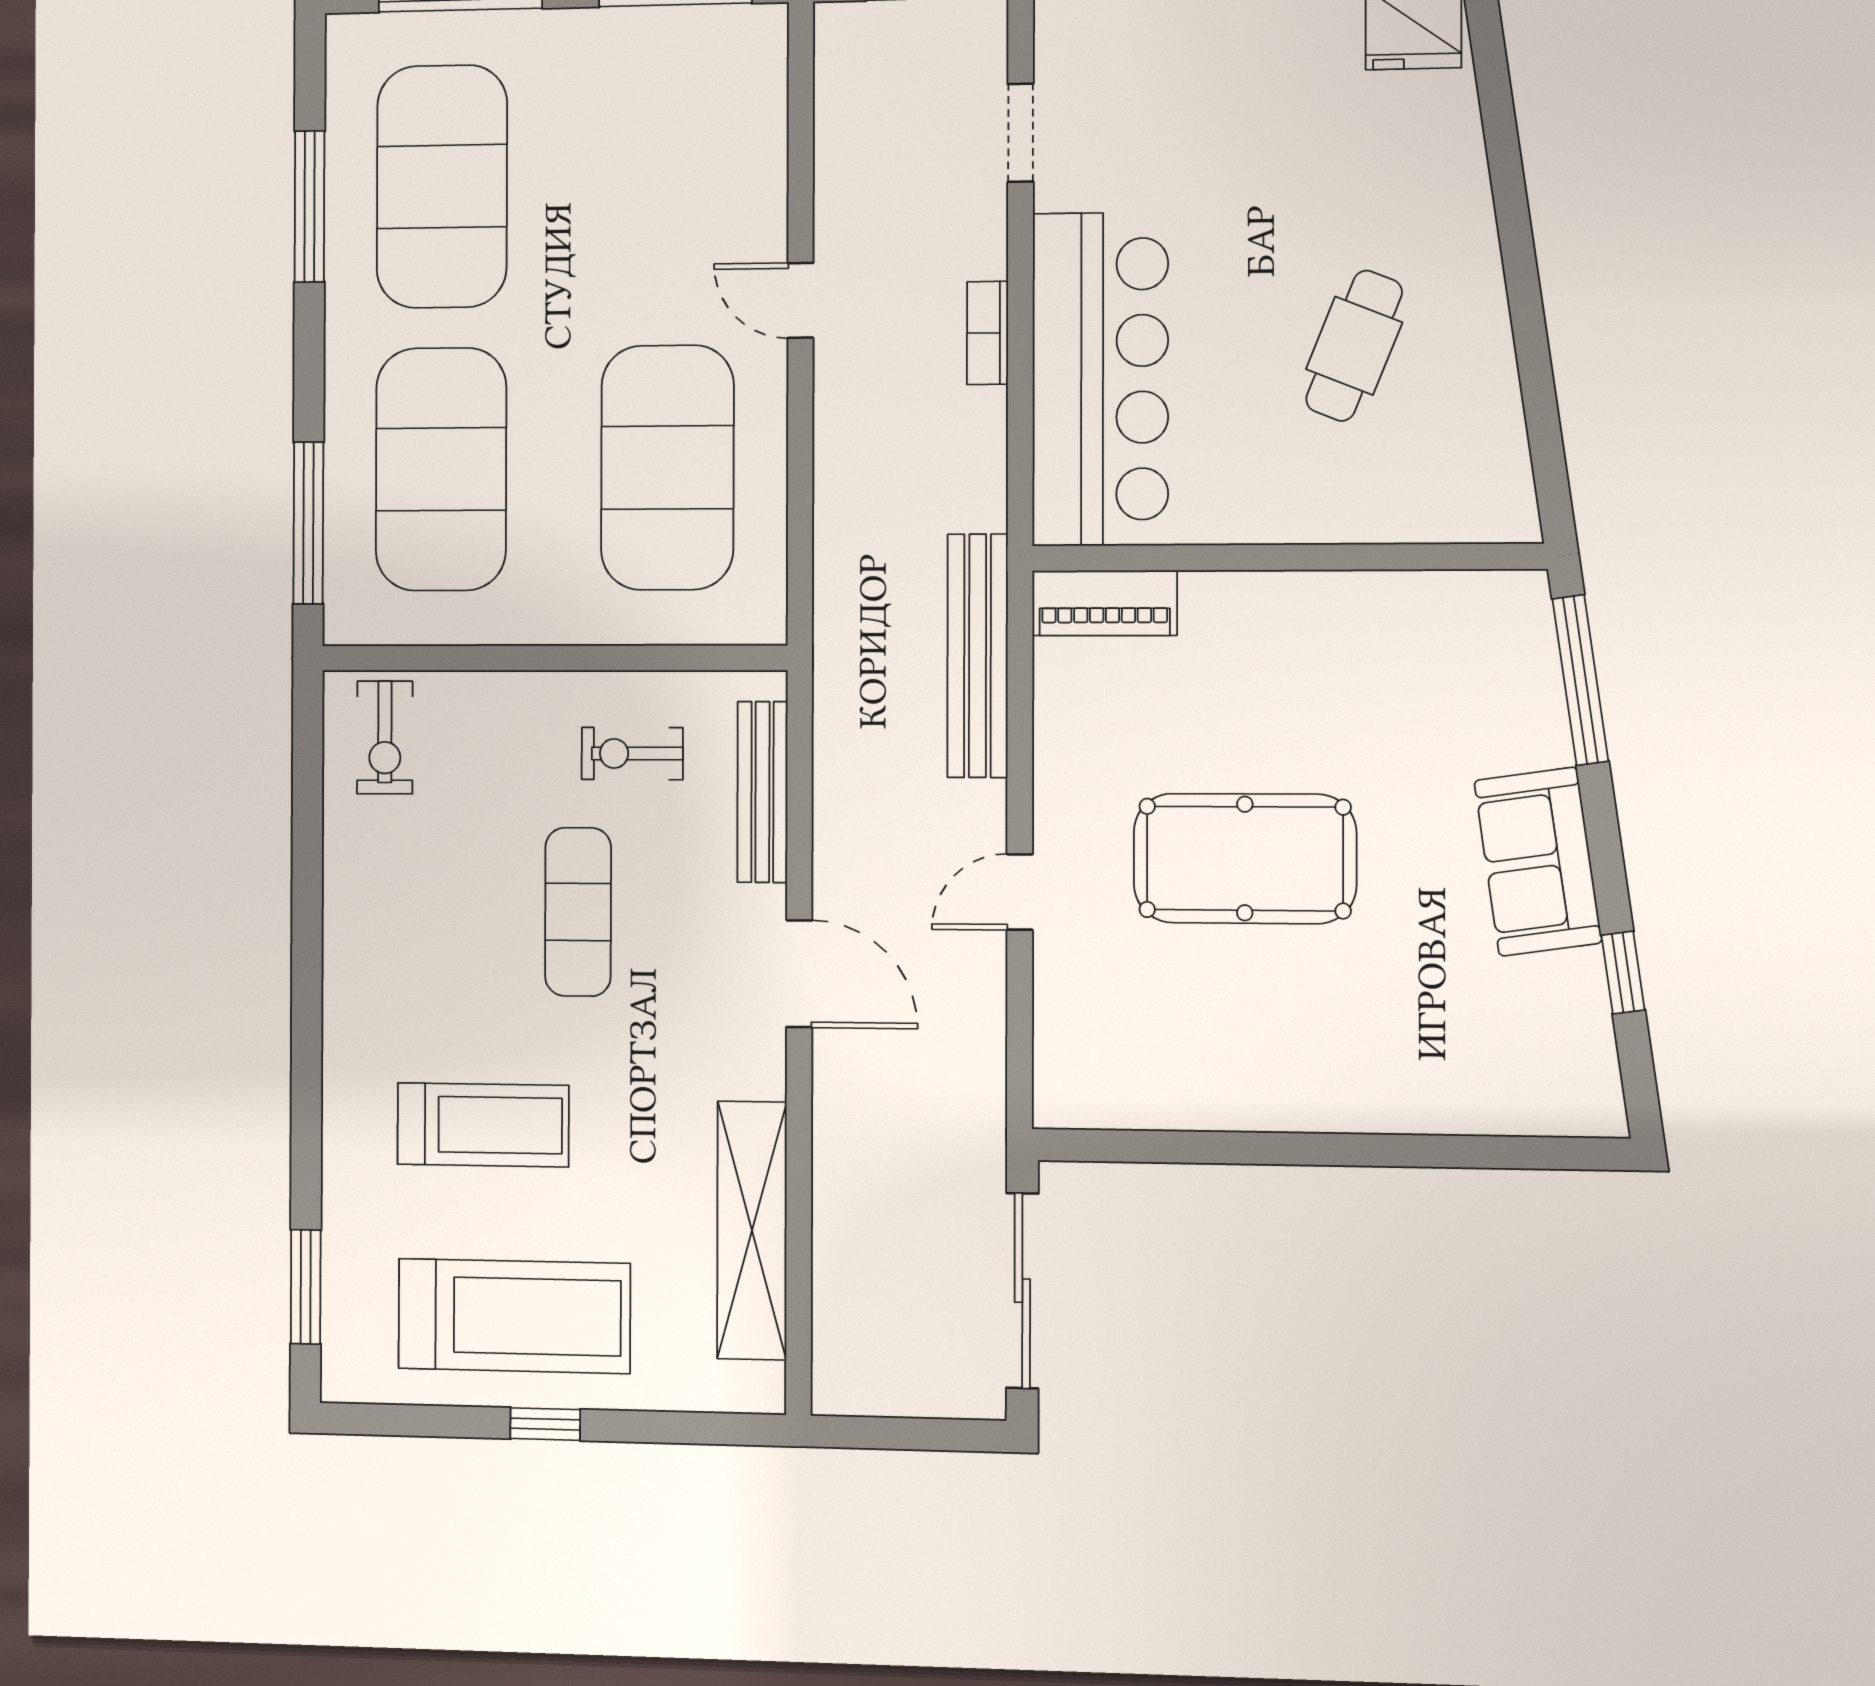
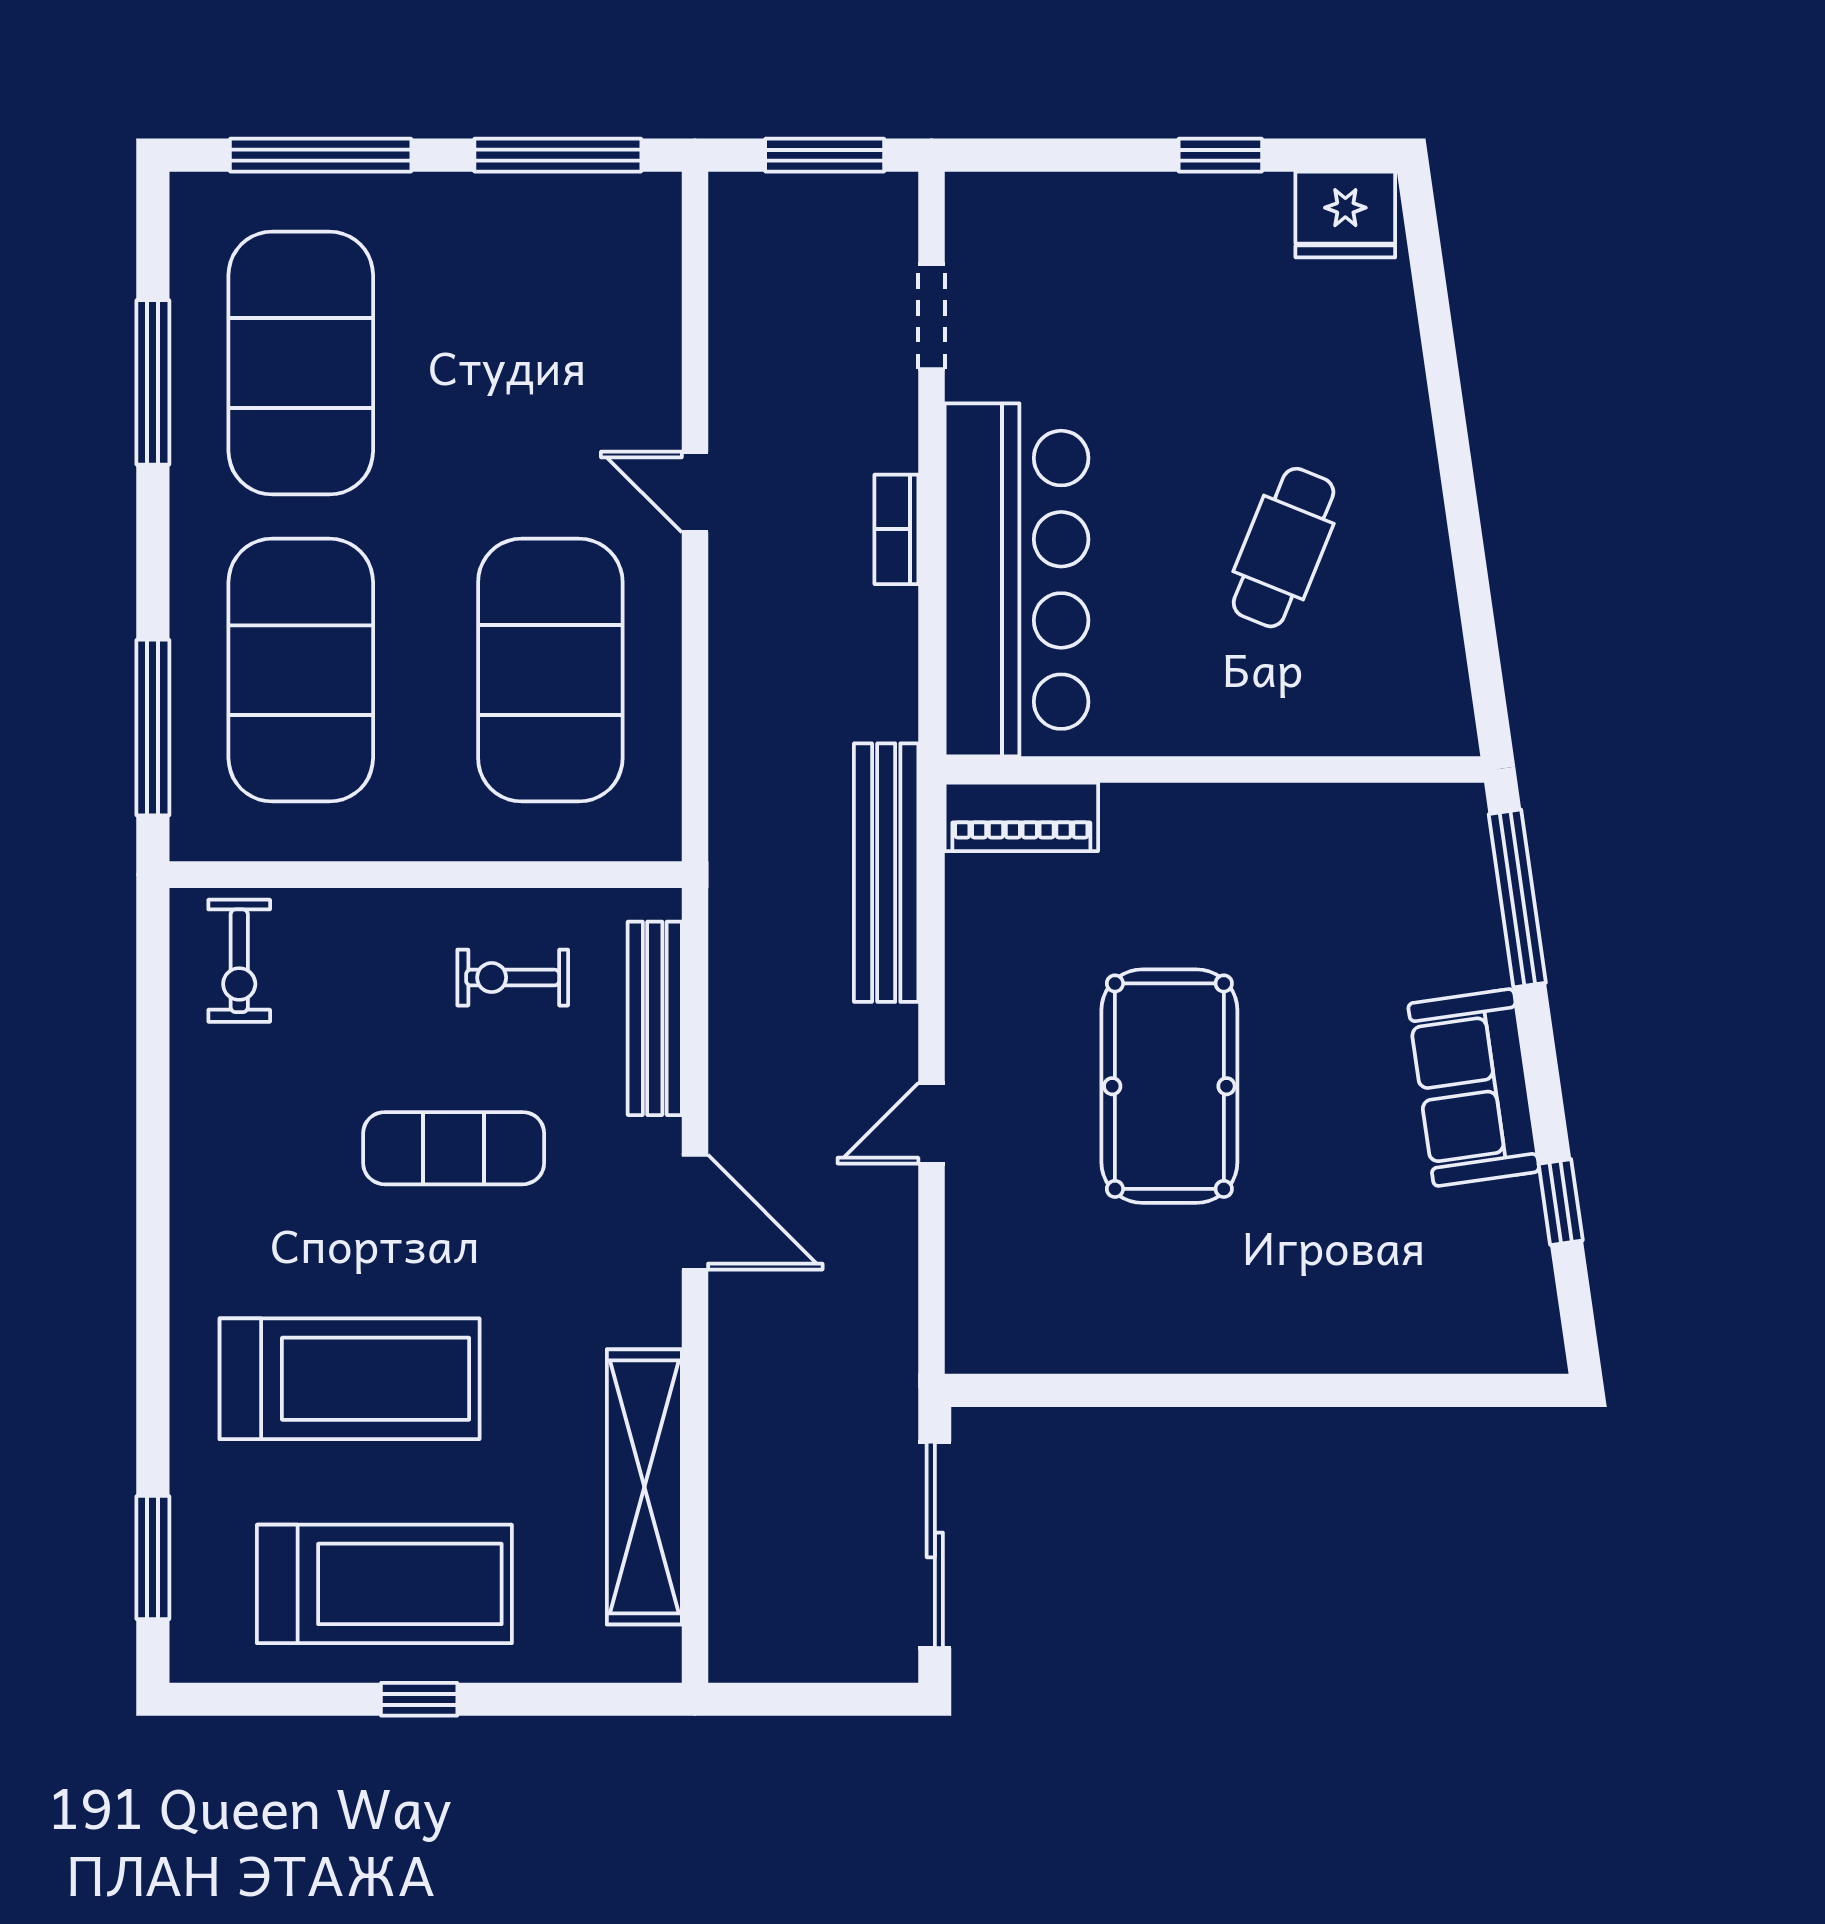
pool table: (1245, 858) -> (1169, 1086), turned 90
exercise mat: (578, 912) -> (454, 1148), turned 90
treadmill: (483, 1125) -> (350, 1379), width x1.37, depth x1.38

